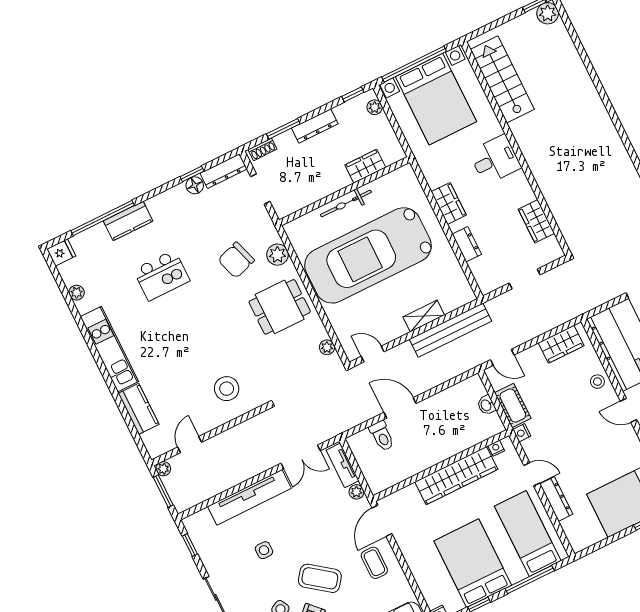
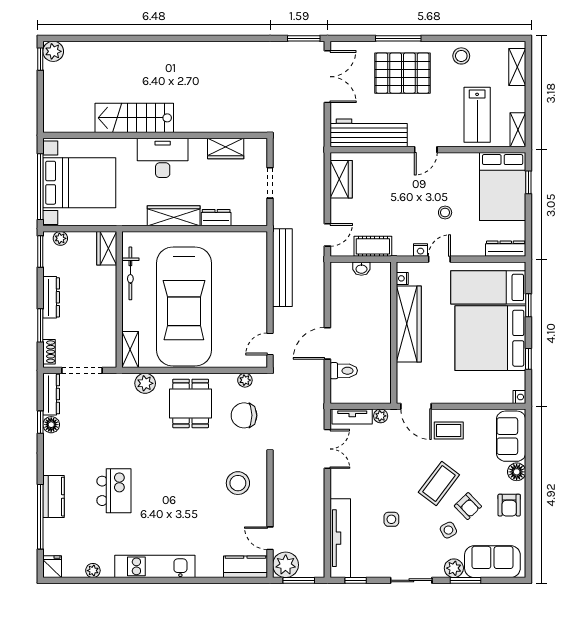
stairs: (502, 79) -> (134, 118), moved
window: (353, 94) -> (40, 252), width x1.50
desk: (495, 160) -> (163, 158), width x1.37
wardrobe: (365, 166) -> (107, 248), moved
doorway: (260, 189) -> (82, 370), width x1.38
bicycle: (346, 203) -> (130, 273), moved
wardrobe: (449, 203) -> (174, 216), width x1.50
chair: (236, 260) -> (244, 415), moved, turned 108
shelving: (424, 316) -> (130, 350), moved
stool: (597, 382) -> (445, 212), moved
kitchen counter: (139, 409) -> (245, 567), moved
nightstand: (522, 433) -> (420, 250), moved
plant: (163, 469) -> (286, 565), width x1.88, depth x1.88
tv unit: (249, 497) -> (340, 538), moved
dresser: (556, 499) -> (506, 249), moved
bed: (473, 563) -> (490, 338), width x1.36
window: (530, 580) -> (528, 305), width x0.46

